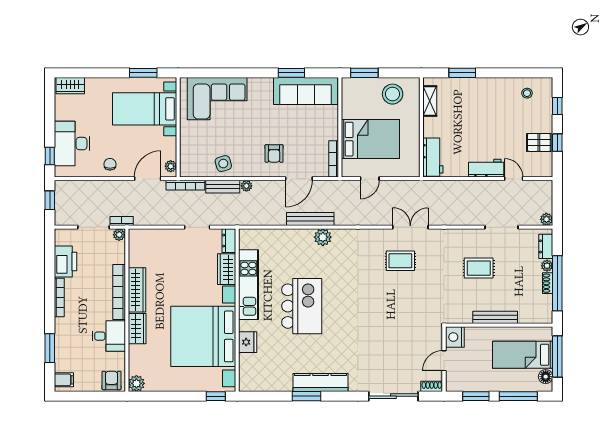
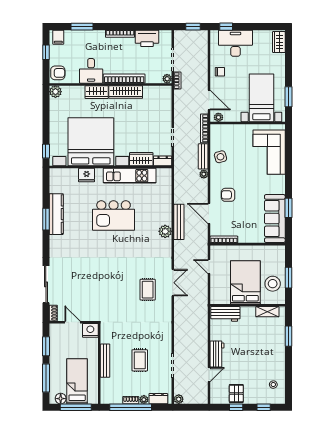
window: (364, 73) -> (288, 278), moved
bed: (370, 139) -> (245, 282), moved, turned 180
double door: (410, 227) -> (173, 283), moved
rug: (479, 268) -> (140, 360), moved
kitchen counter: (320, 383) -> (56, 214), moved
window: (84, 396) -> (46, 52), added

